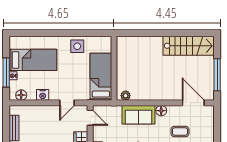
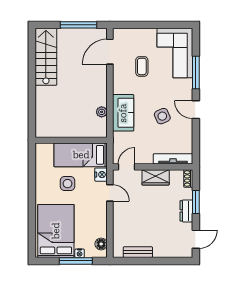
side table: (77, 46) -> (68, 184), moved
bed: (33, 60) -> (56, 231), width x1.50
nightstand: (43, 95) -> (101, 175), moved
plant: (126, 96) -> (102, 112), moved
floor lamp: (161, 111) -> (118, 87), removed

